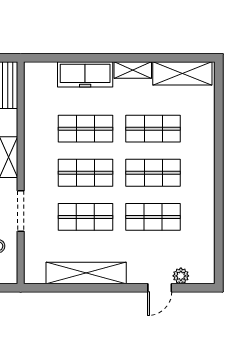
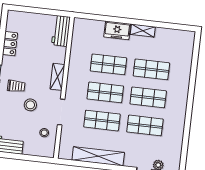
shelving: (182, 73) -> (174, 36), removed
freezer: (85, 74) -> (117, 30), width x0.71

